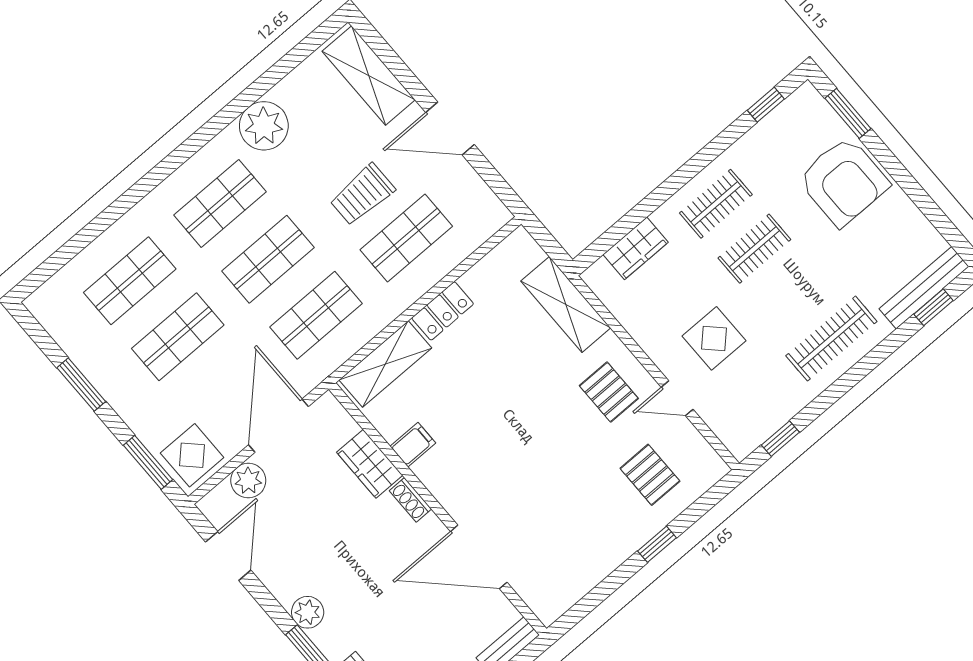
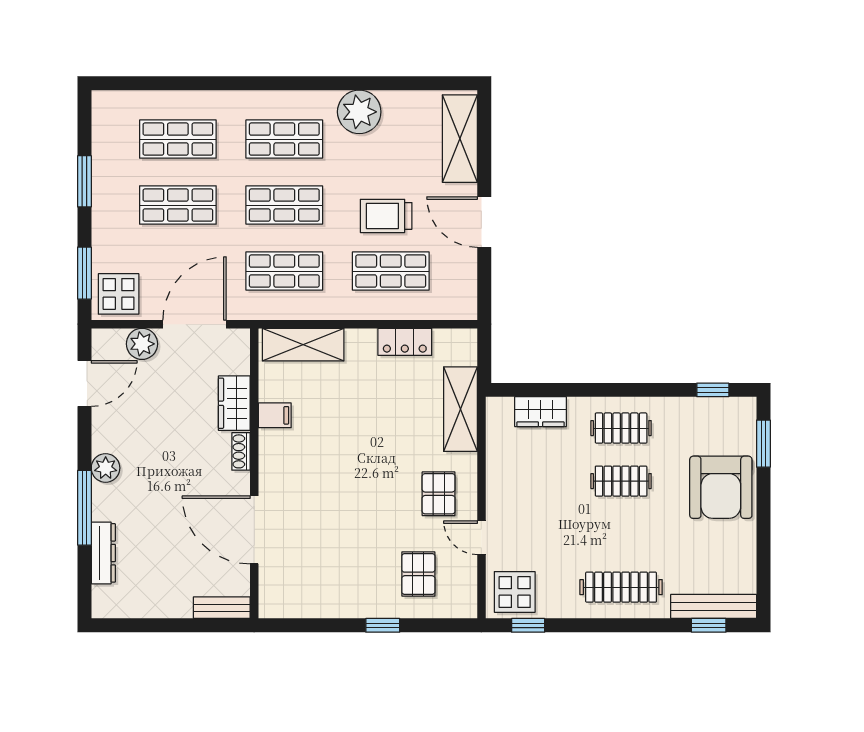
locker: (443, 311) -> (405, 342), moved
display table: (714, 338) -> (515, 592), moved

